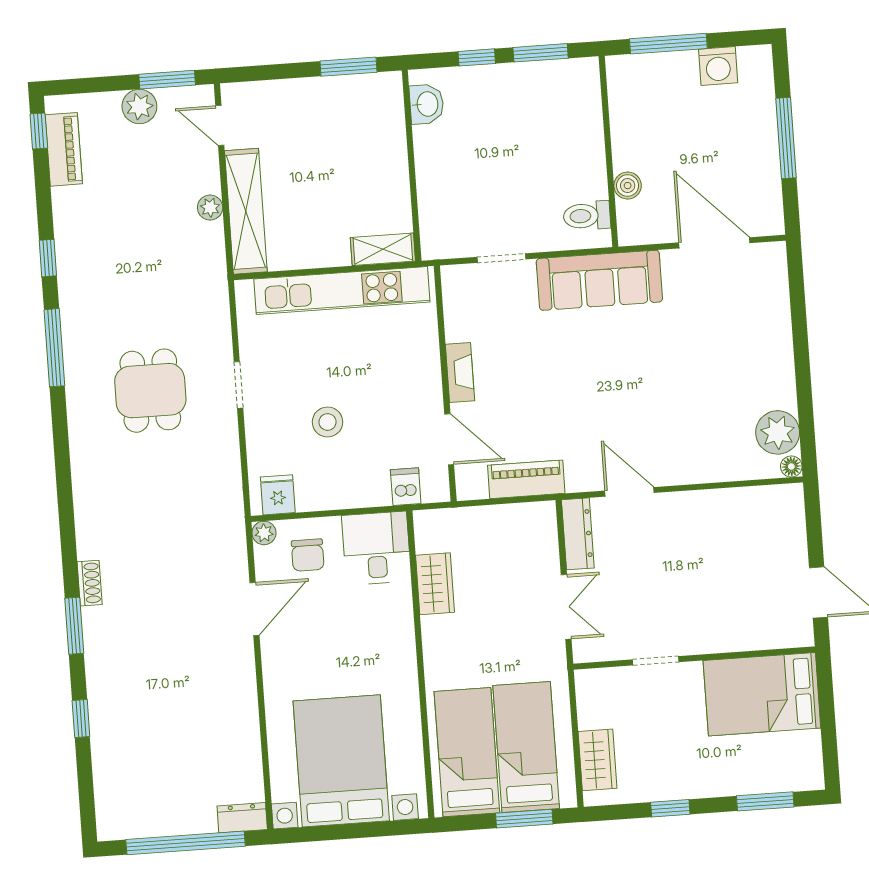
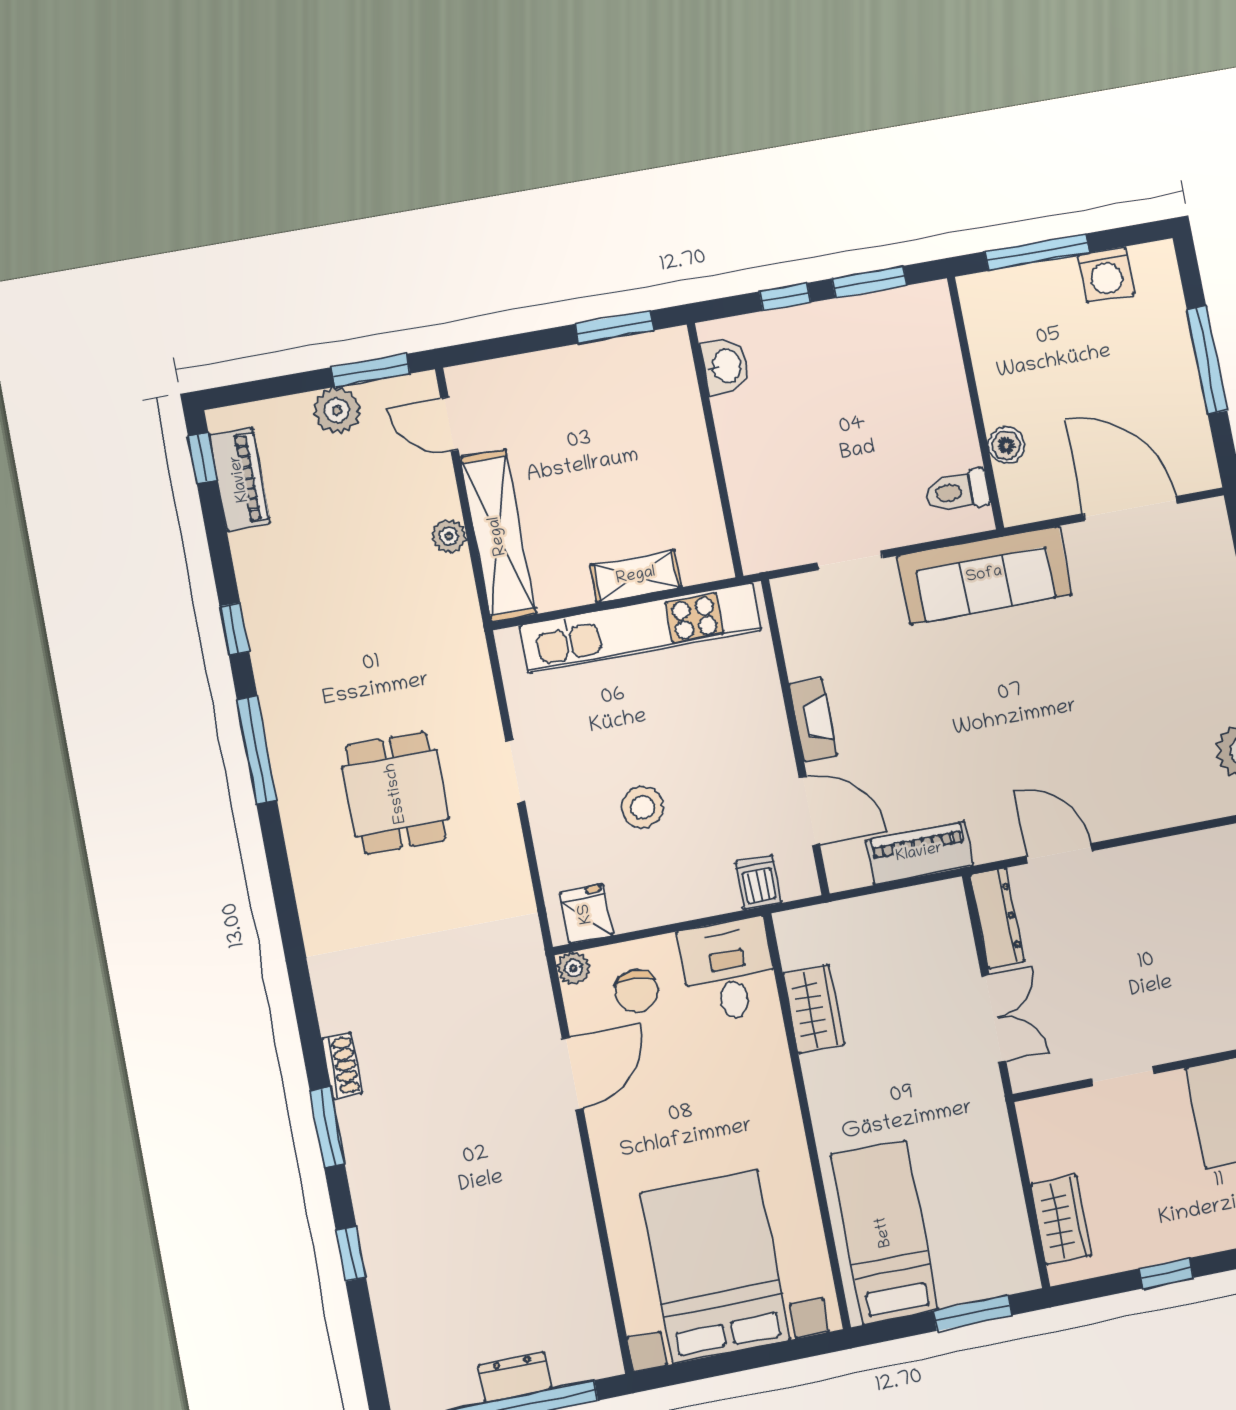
shelving: (383, 249) -> (636, 576), moved
bed: (526, 747) -> (963, 1215), removed
dresser: (242, 818) -> (515, 1377), moved

